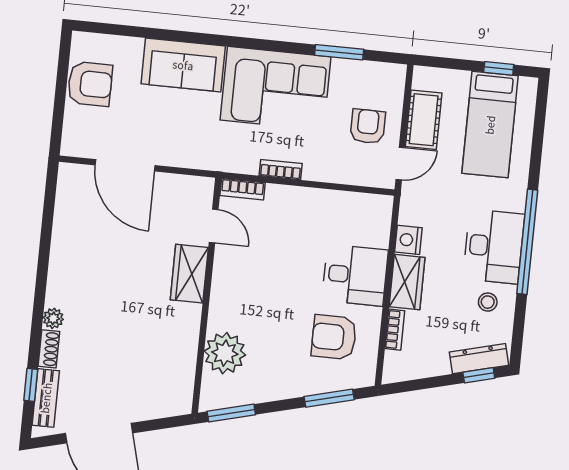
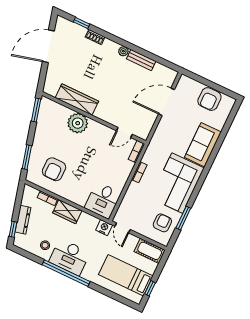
cot: (424, 120) -> (150, 251), moved
armchair: (368, 126) -> (162, 223), moved, turned -90
nightstand: (408, 240) -> (104, 228), moved
wardrobe: (189, 274) -> (77, 99), moved, width x1.50
desk: (355, 275) -> (103, 200), moved
plant: (53, 318) -> (123, 51), moved
armchair: (334, 337) -> (54, 169), turned 180
plant: (225, 353) -> (78, 123), moved
dresser: (479, 359) -> (23, 220), moved
bench: (46, 398) -> (141, 60), moved

